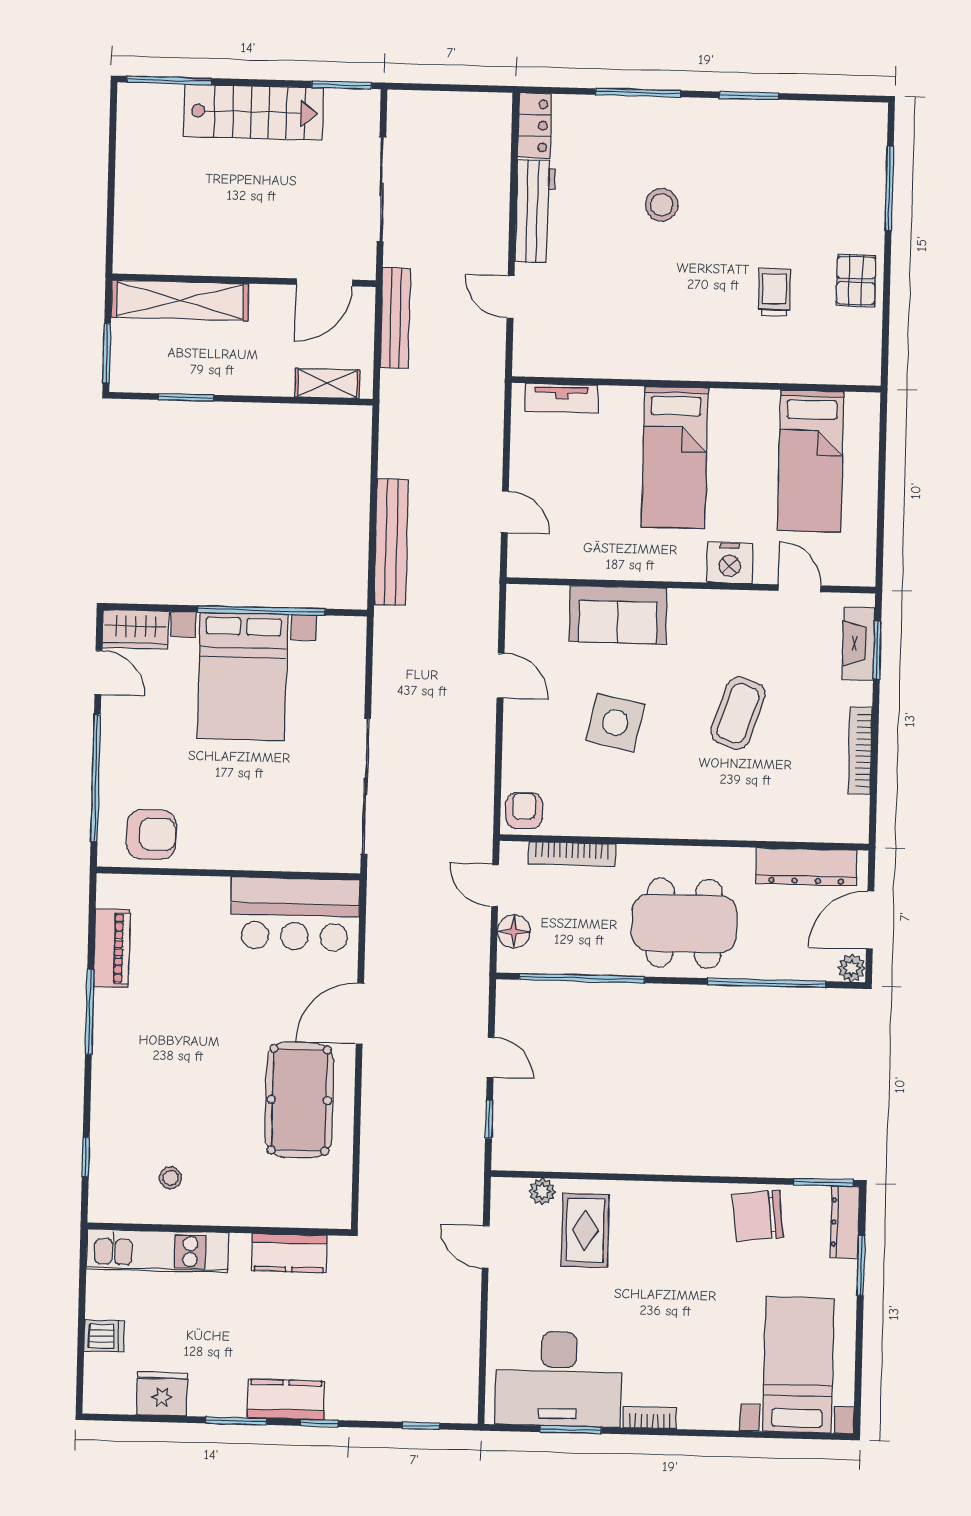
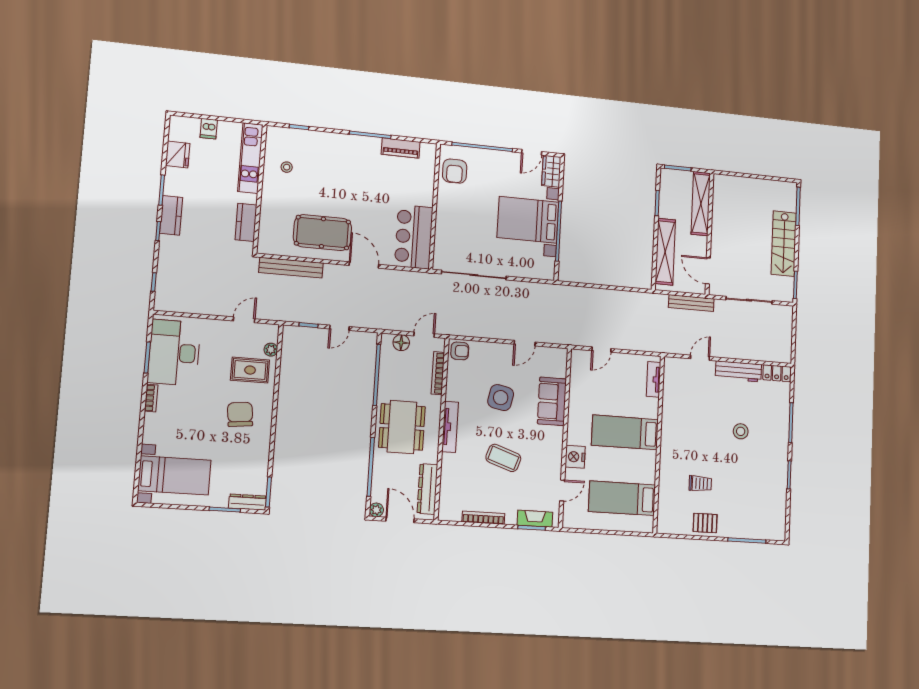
shelving: (327, 383) -> (665, 252), width x2.20, depth x1.33
bench: (391, 542) -> (291, 268), moved
tv unit: (680, 825) -> (450, 427), added
chair: (758, 1216) -> (240, 414), moved

